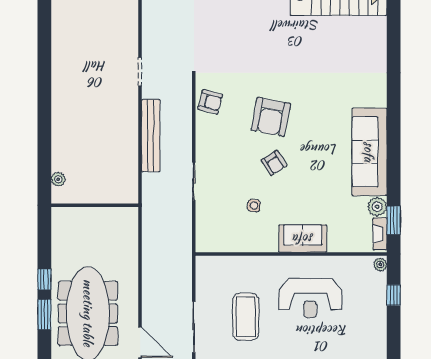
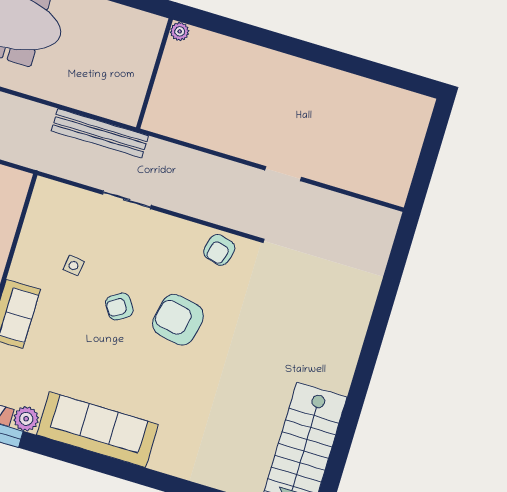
bench: (151, 136) -> (100, 133), moved
wall: (95, 205) -> (154, 74), moved

